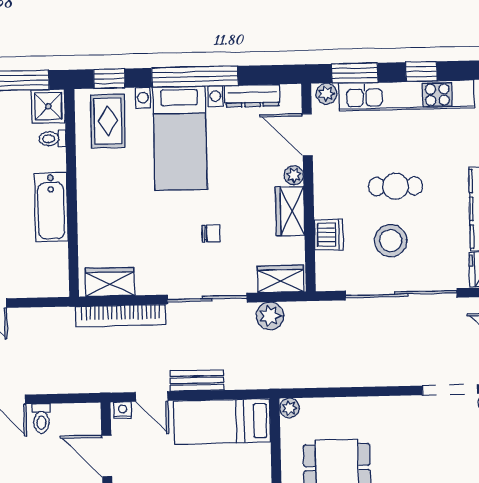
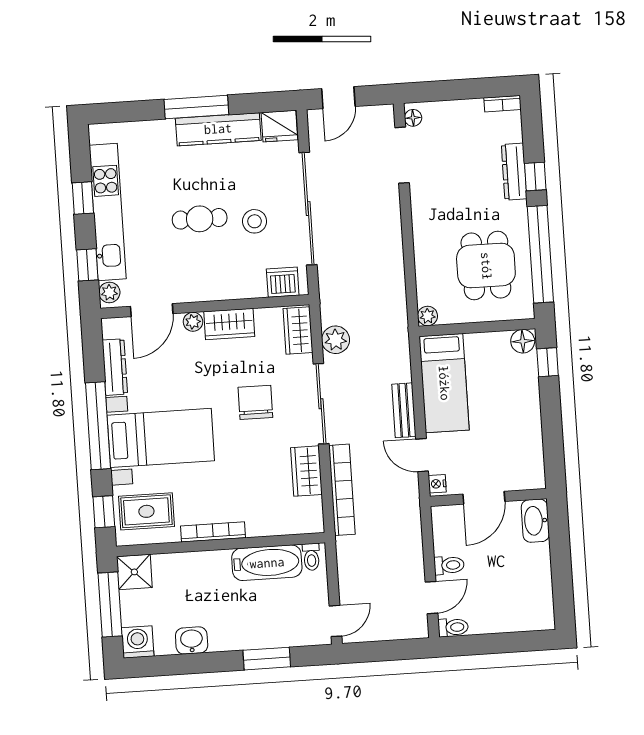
window: (355, 73) -> (87, 265), width x0.67
toilet: (52, 139) -> (311, 557), moved
bookcase: (85, 186) -> (213, 532), added
cafe table: (396, 186) -> (200, 219), turned 90
bathtub: (51, 207) -> (267, 563), moved
chair: (211, 234) -> (255, 402), width x1.87, depth x1.87
dishwasher: (329, 235) -> (283, 282), moved
stool: (391, 241) -> (255, 221), width x0.73, depth x0.73
wardrobe: (110, 282) -> (306, 471), moved
door: (152, 396) -> (422, 455), swing flipped

